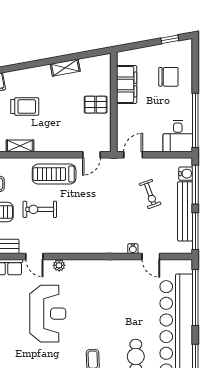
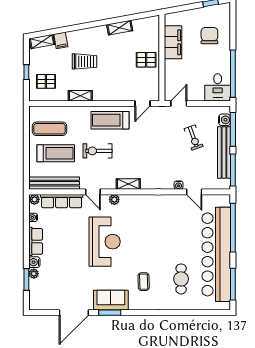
chair: (168, 77) -> (209, 36), turned -90
shelving: (75, 247) -> (128, 184), added

